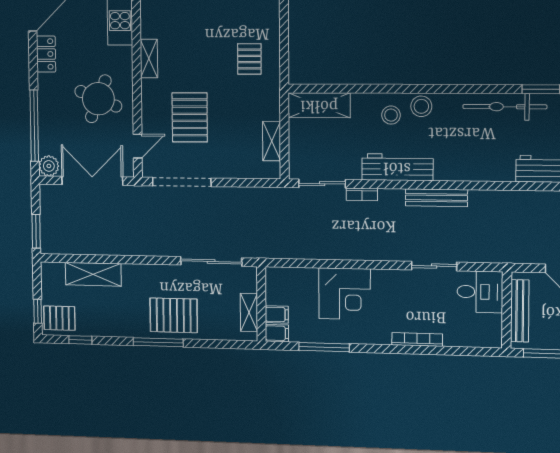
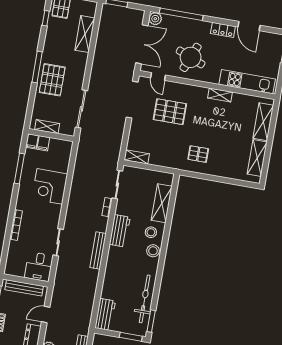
shelving: (149, 58) -> (220, 95), moved
shelving: (319, 105) -> (162, 203), moved
shelving: (272, 141) -> (137, 157), moved
workbench: (397, 167) -> (120, 231), width x0.73

